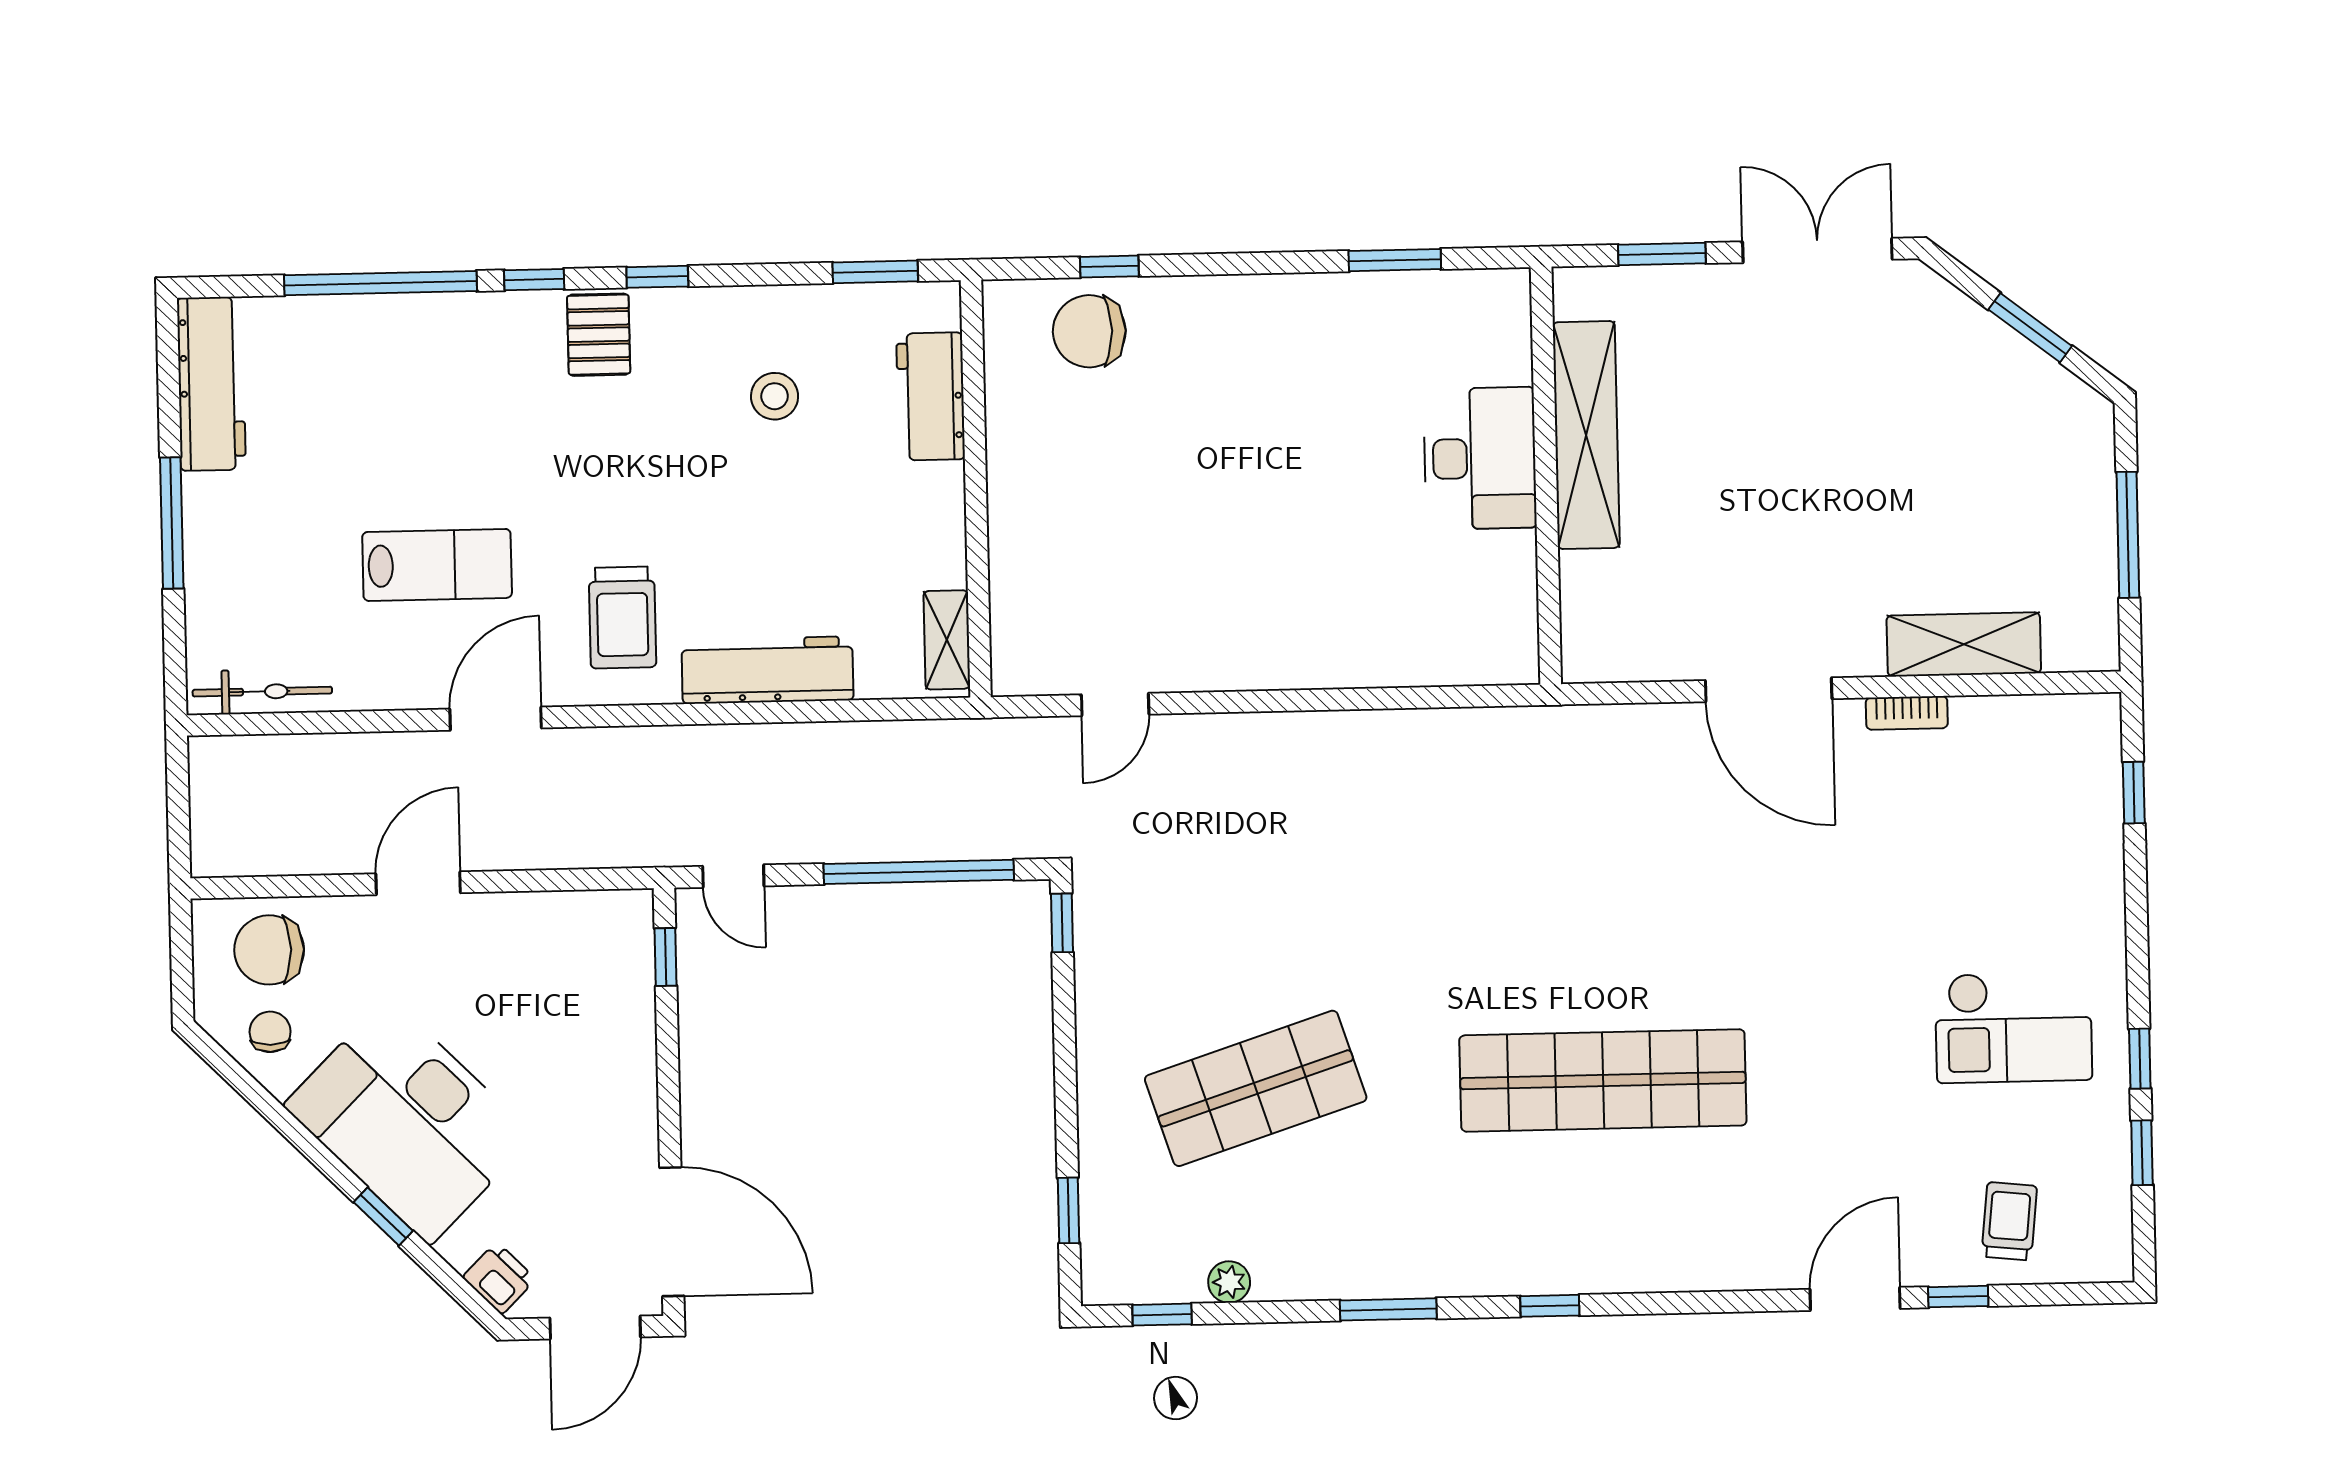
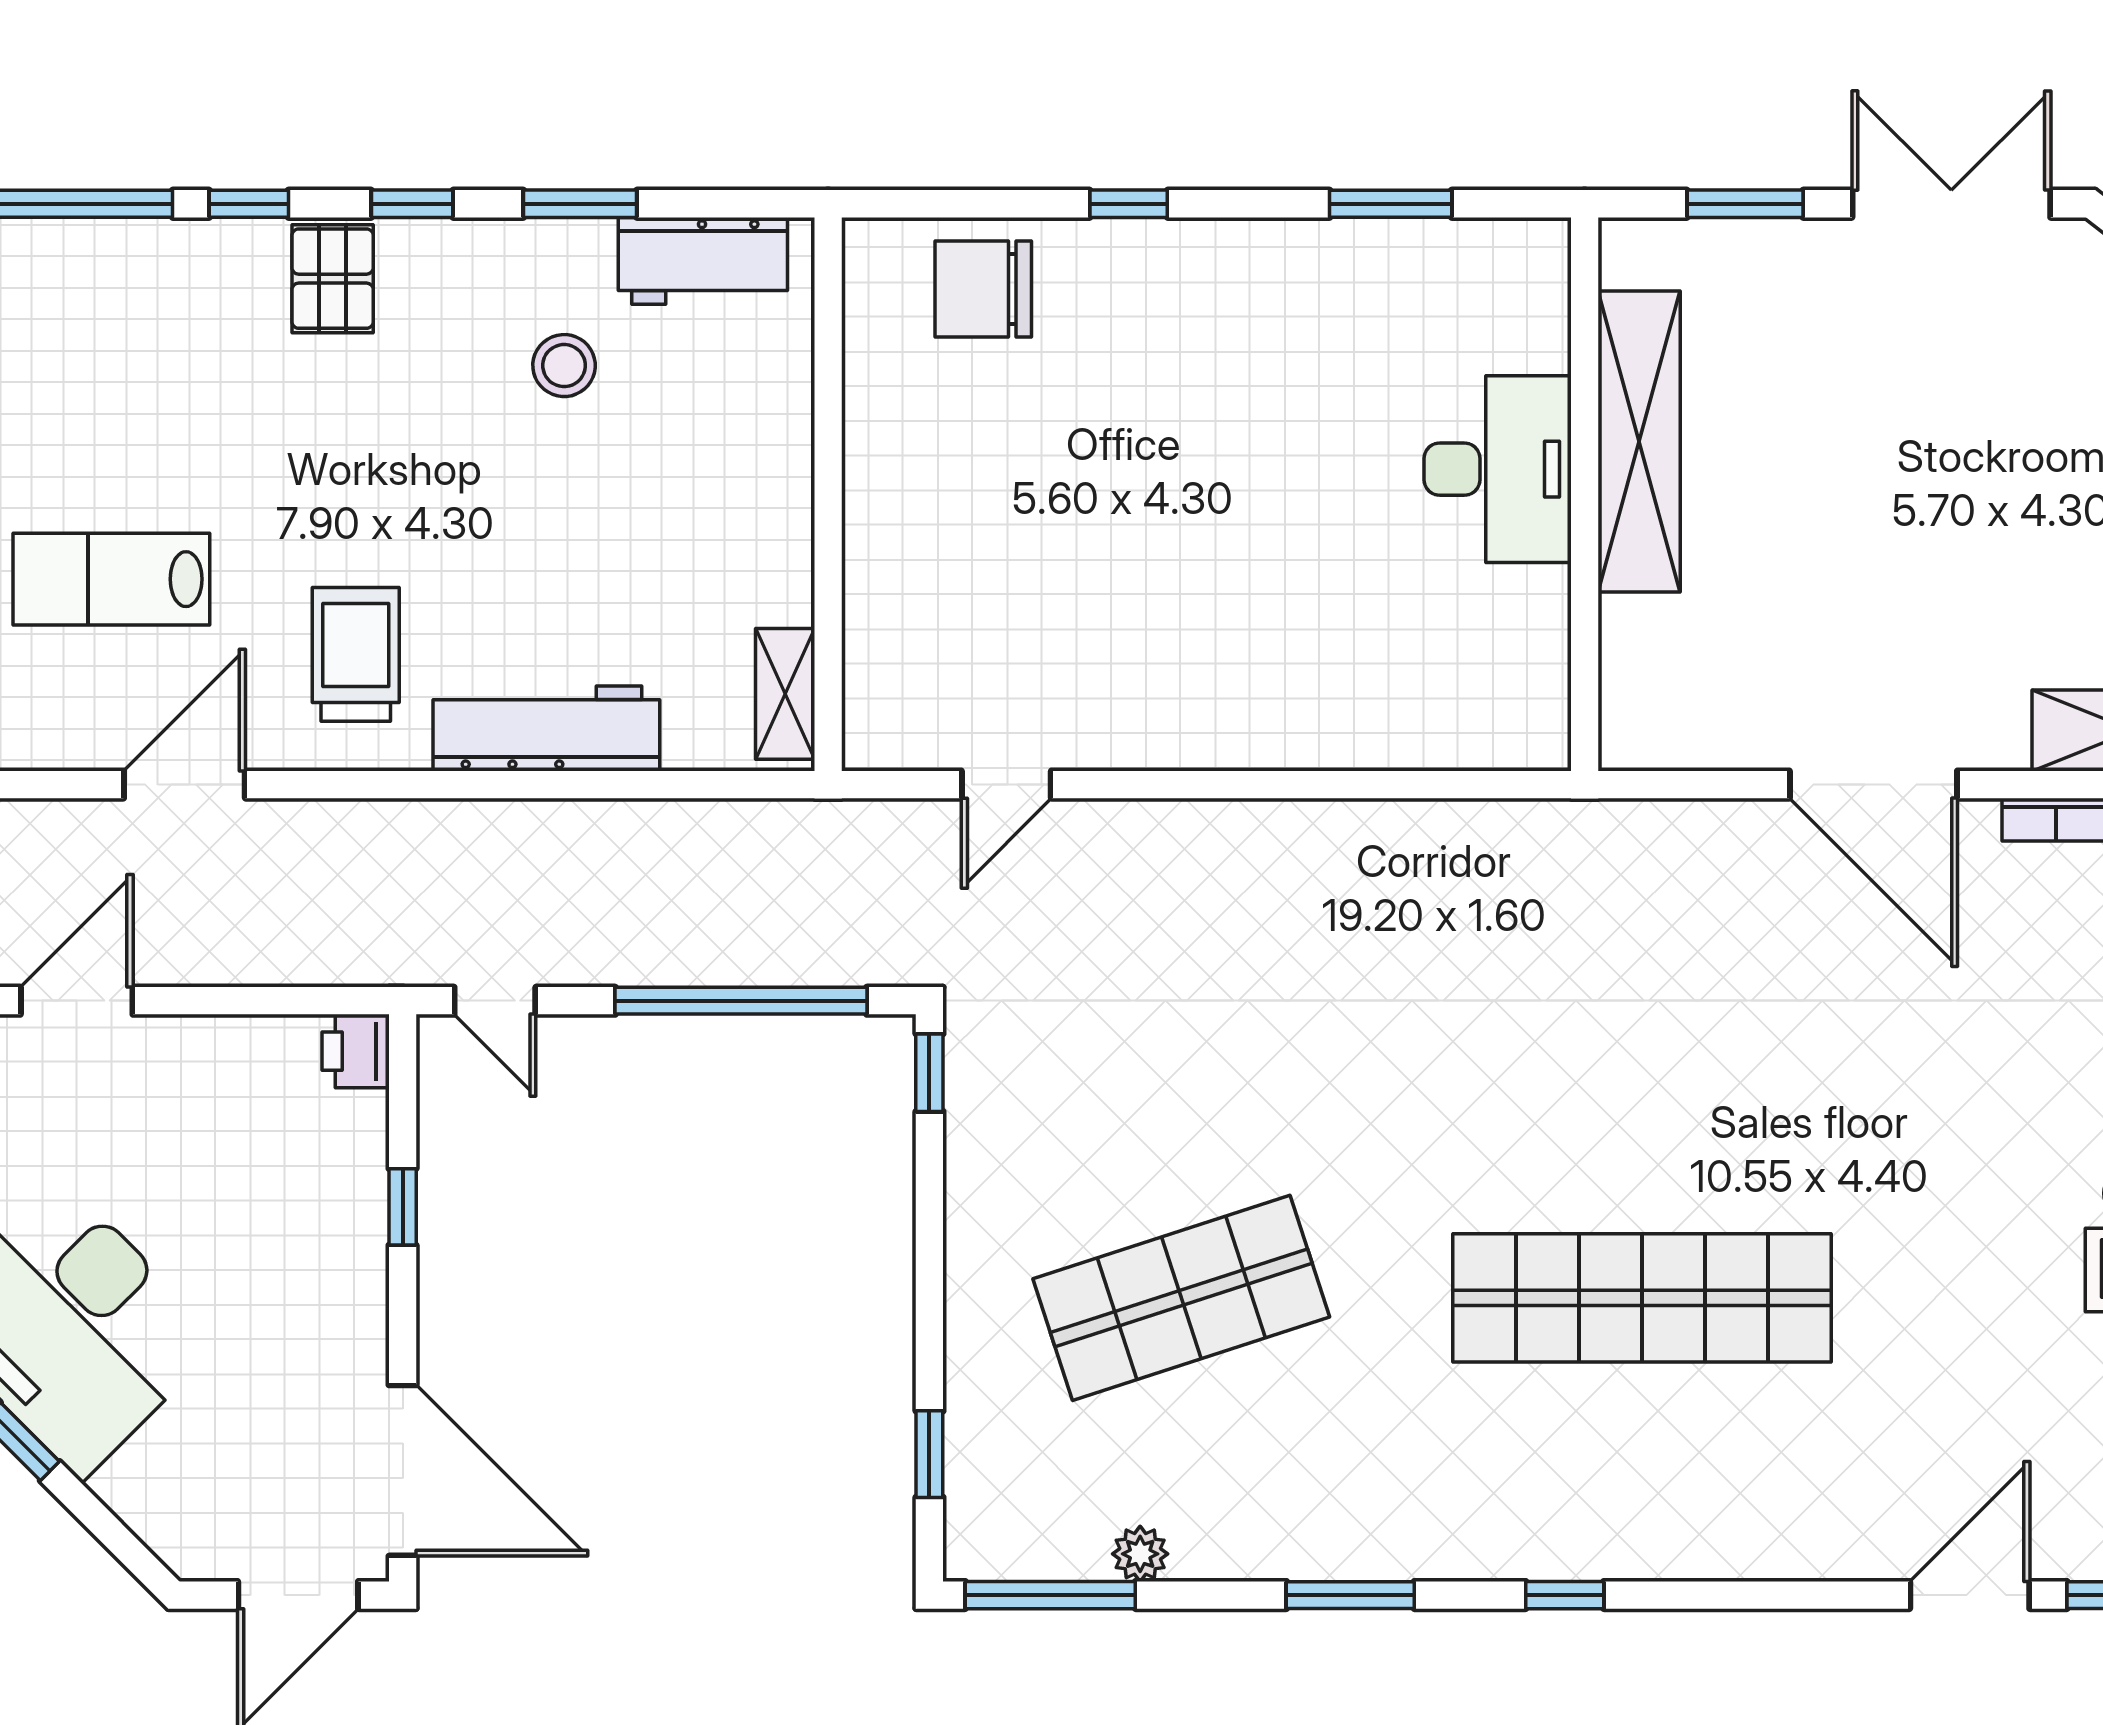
window: (1109, 267) -> (1129, 204), moved
window: (875, 272) -> (580, 204), moved
workbench: (931, 396) -> (703, 261), moved, turned -90
lab bench: (437, 565) -> (111, 579), turned 180
trolley: (622, 617) -> (356, 654), turned 180
window: (666, 957) -> (403, 1207), moved
printer: (499, 1278) -> (356, 1051), moved, turned -135
window: (1162, 1315) -> (1050, 1595), width x2.17

